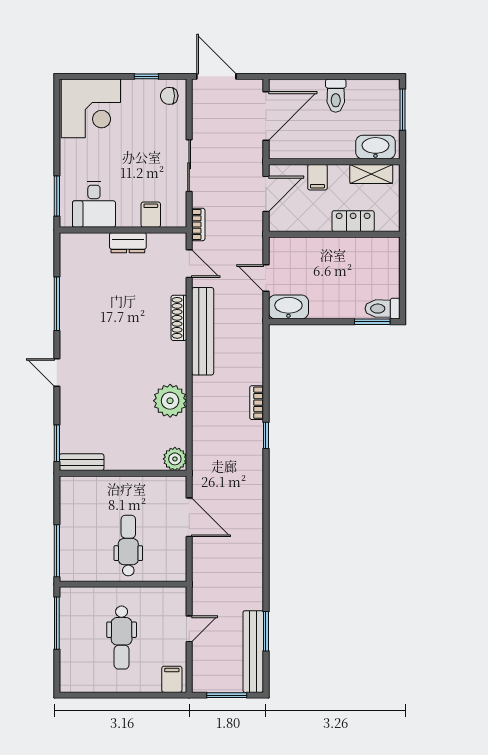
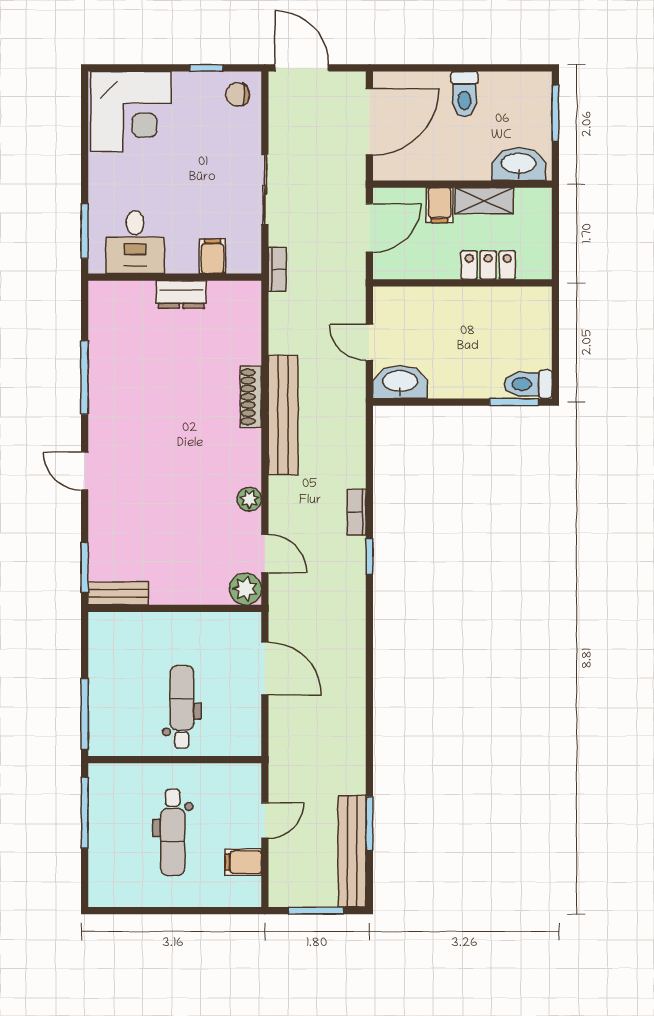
shelving: (371, 174) -> (484, 201), moved
door: (189, 264) -> (265, 553), moved
plant: (170, 401) -> (249, 499), width x0.53, depth x0.53
filing cabinet: (172, 679) -> (243, 862), moved, turned -90

